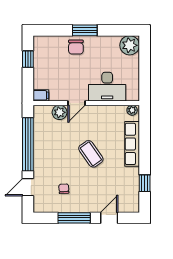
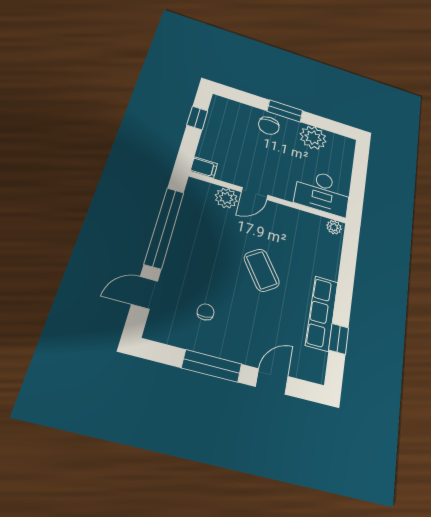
plant: (130, 45) -> (313, 138), moved
desk: (107, 87) -> (323, 192), moved
row of seats: (132, 144) -> (322, 313), moved

